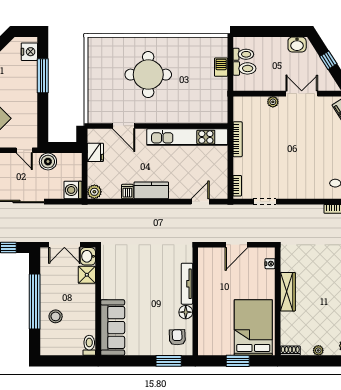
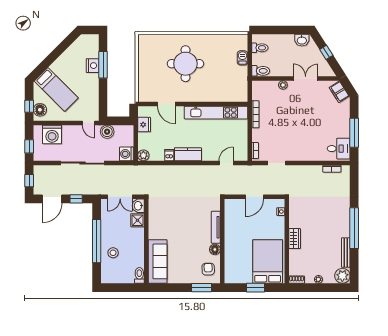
nightstand: (29, 52) -> (93, 66), moved
toilet: (244, 68) -> (261, 71), moved
wardrobe: (288, 292) -> (295, 239), width x0.67

